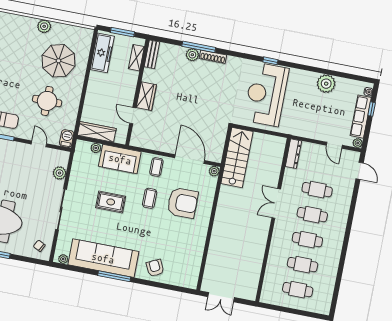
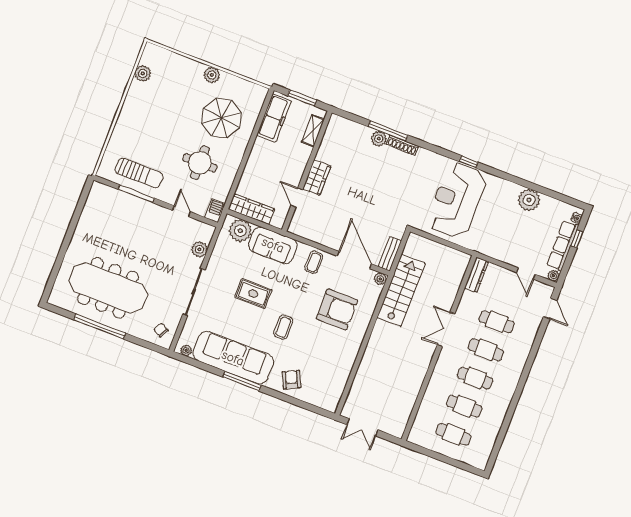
bench: (152, 54) -> (390, 254), moved
plant: (96, 148) -> (240, 231), width x1.87, depth x1.87
stairs: (237, 158) -> (401, 290), moved
coffee table: (150, 198) -> (283, 327), moved

